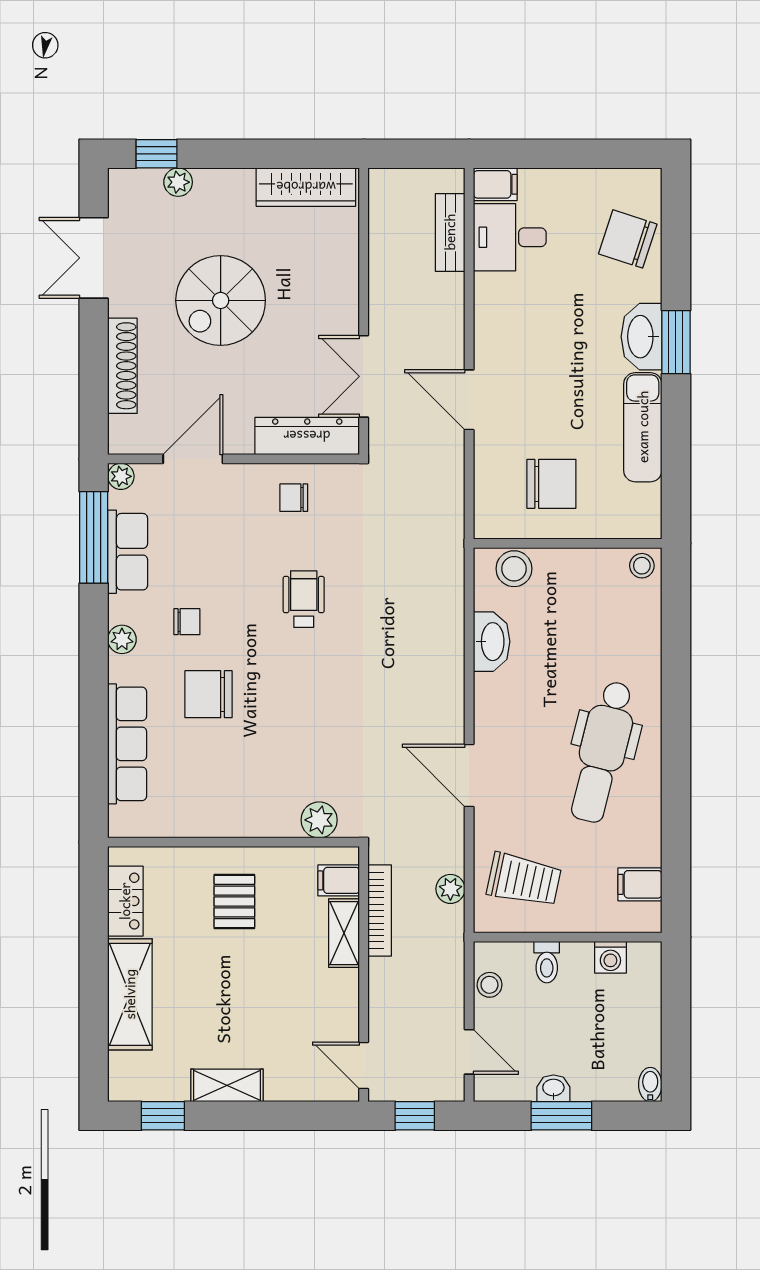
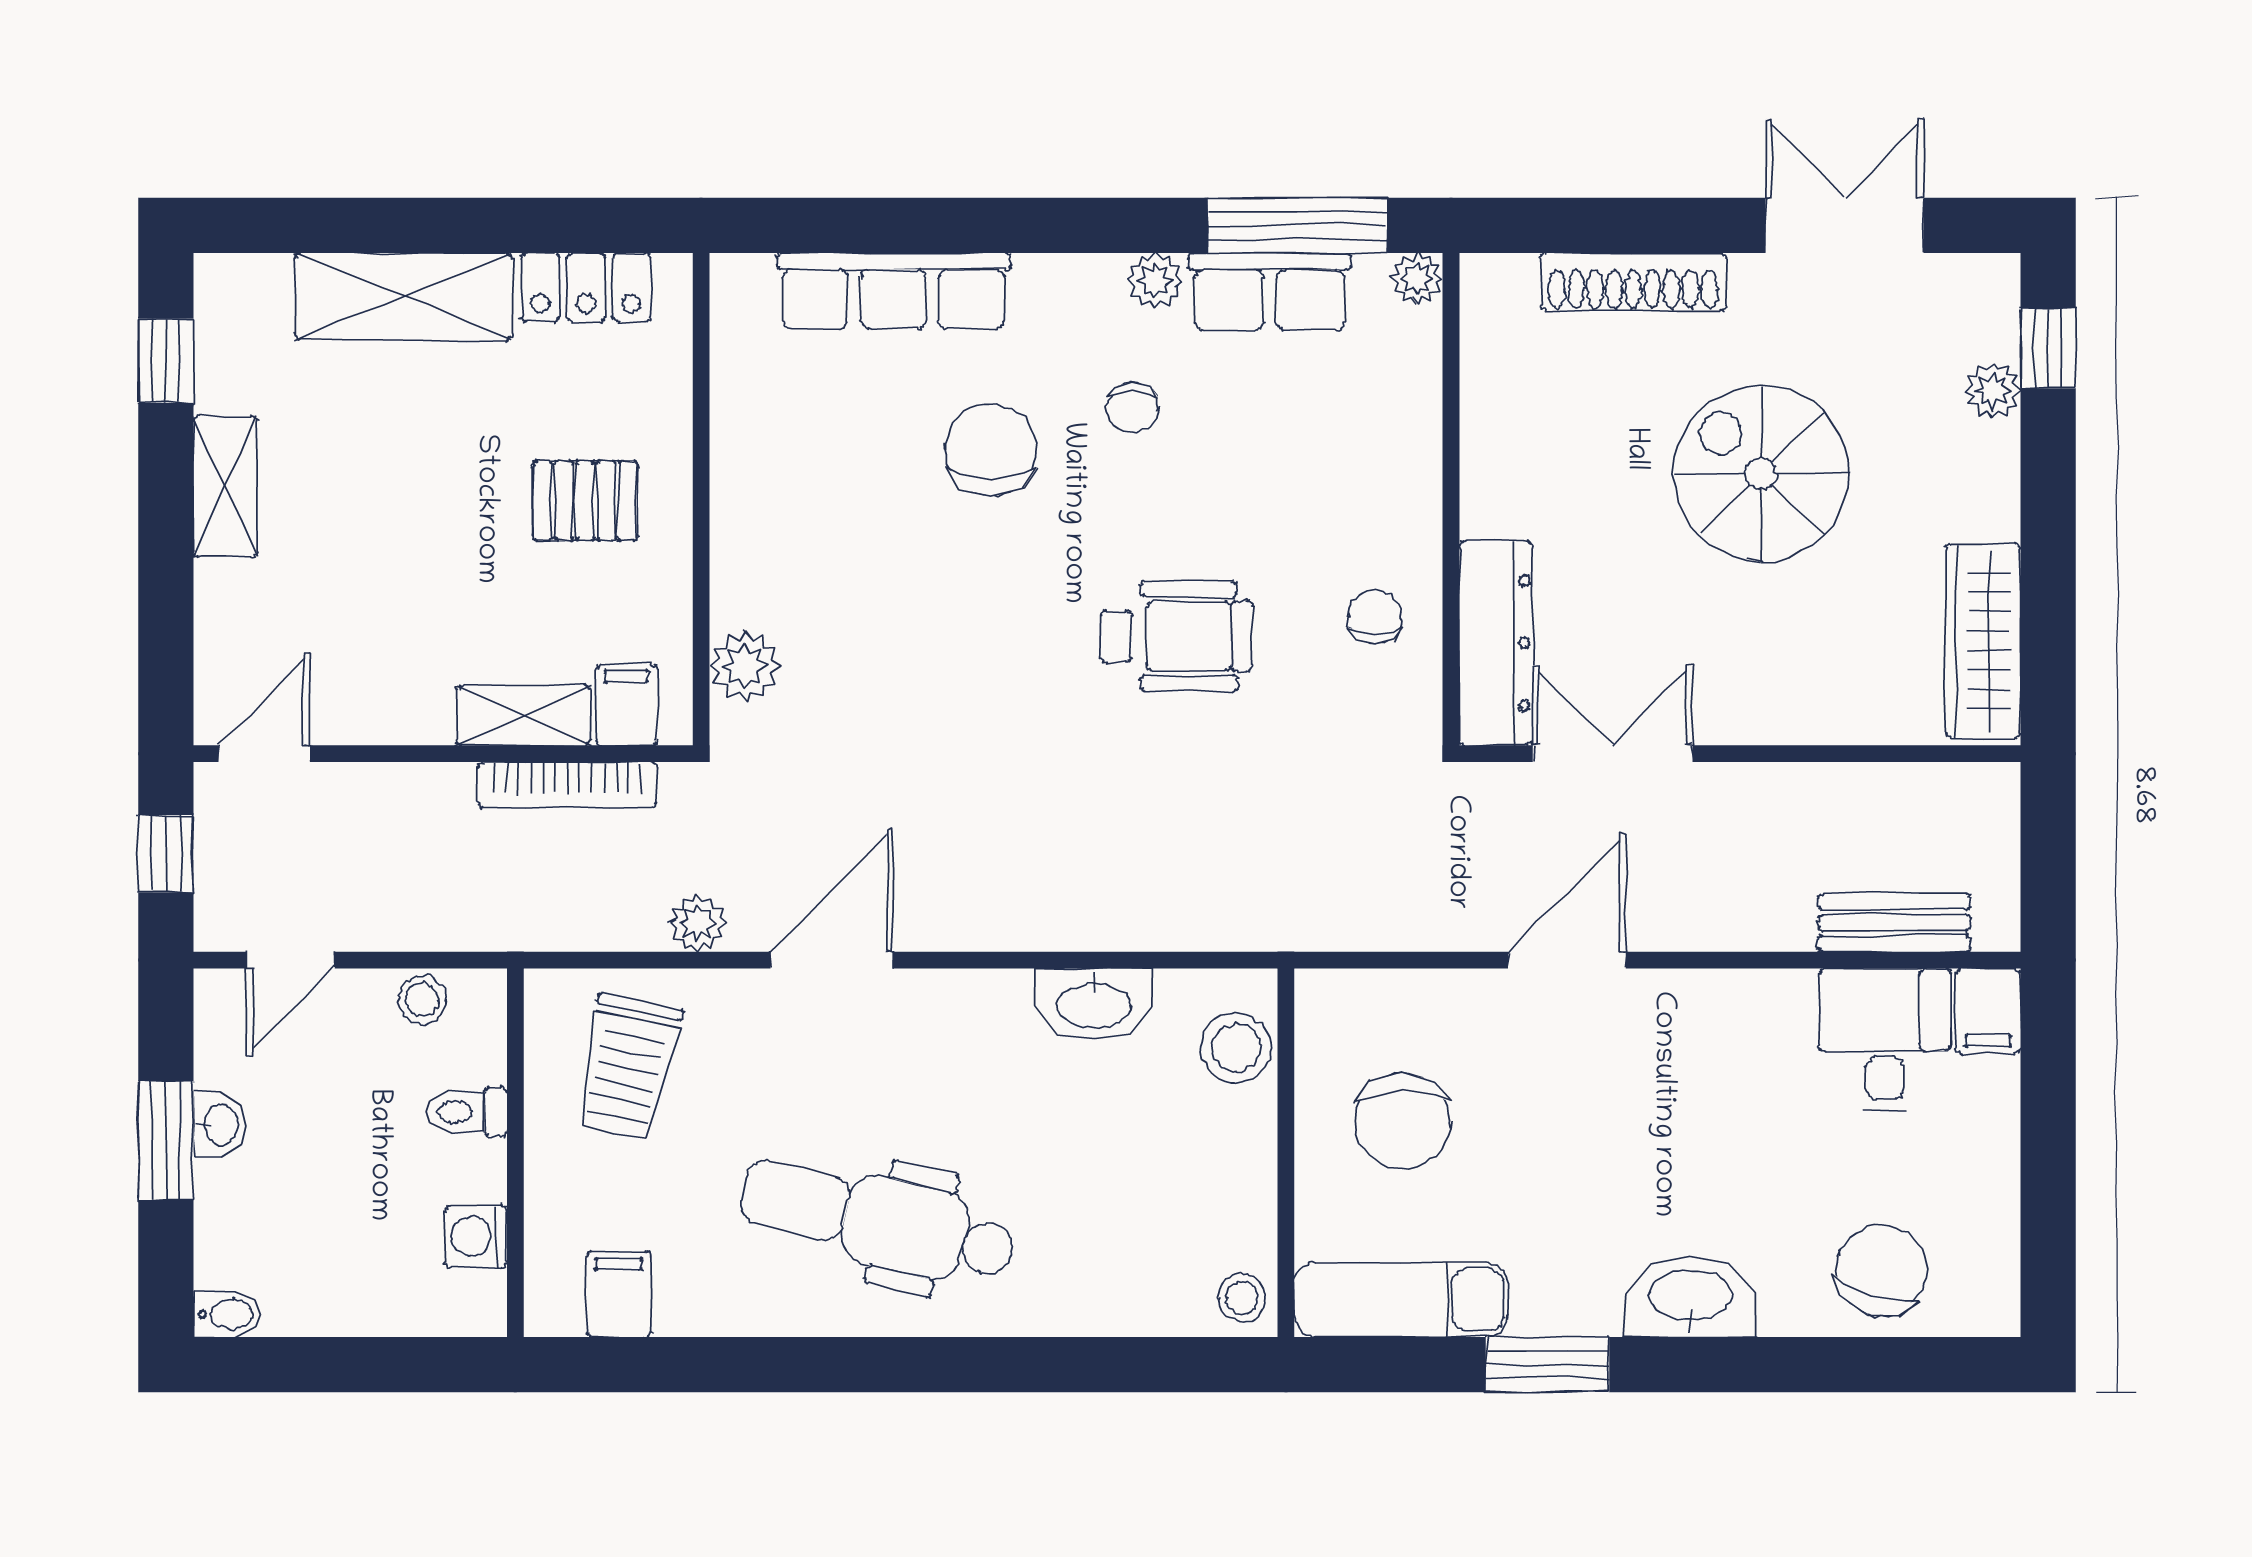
window: (676, 342) -> (1547, 1365), moved
exam couch: (643, 427) -> (1401, 1300), moved
door: (193, 459) -> (1451, 420), removed
wheelchair: (304, 599) -> (1177, 636), width x1.36, depth x1.37
plant: (122, 639) -> (1155, 281), moved
plant: (450, 889) -> (698, 923), moved

